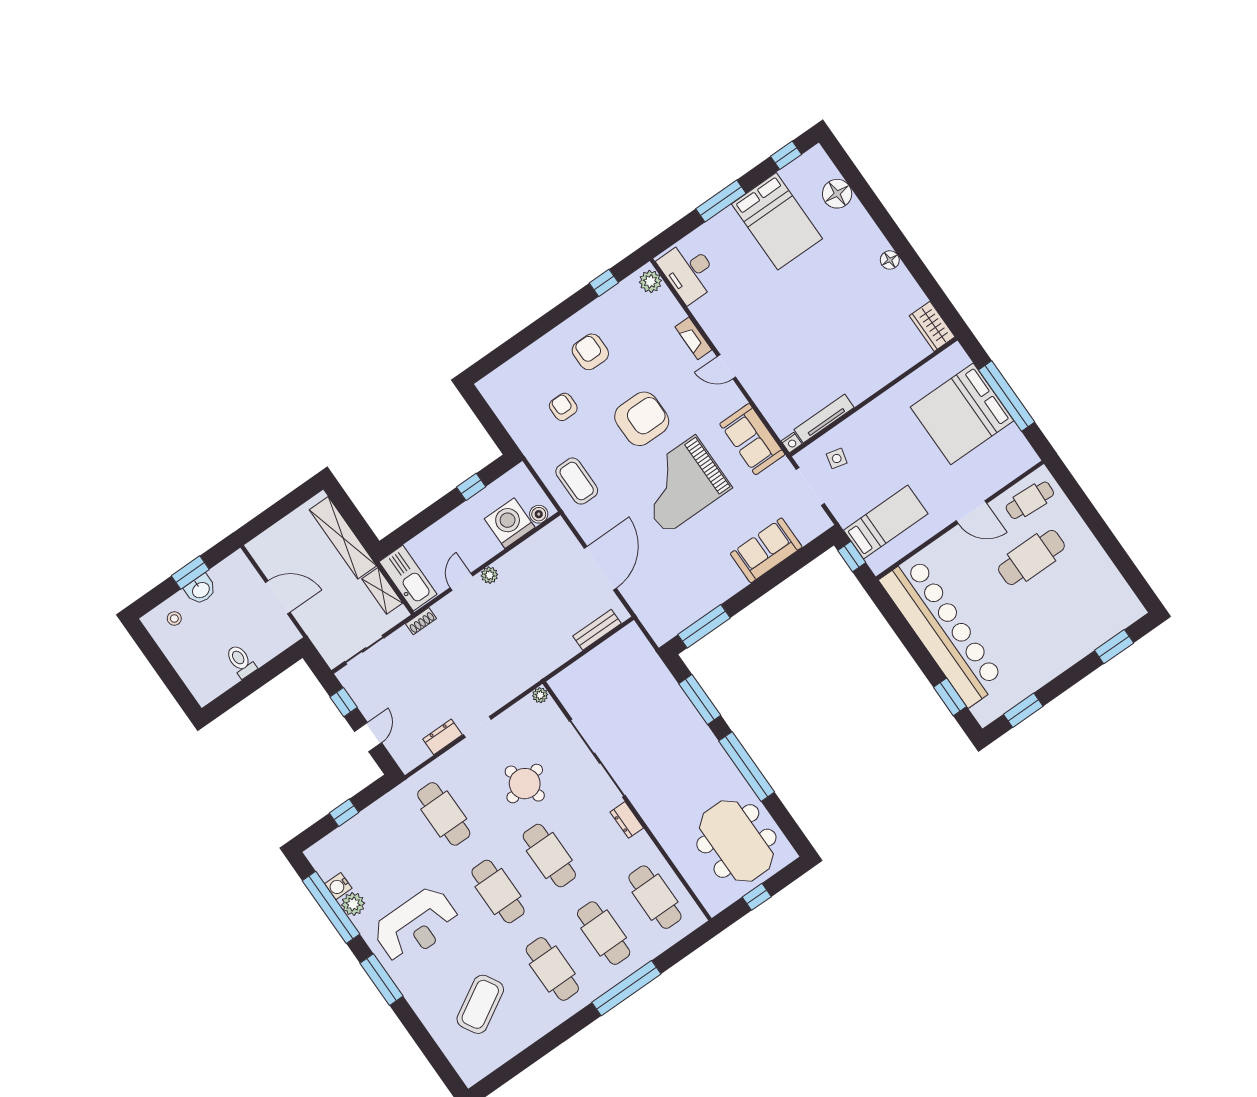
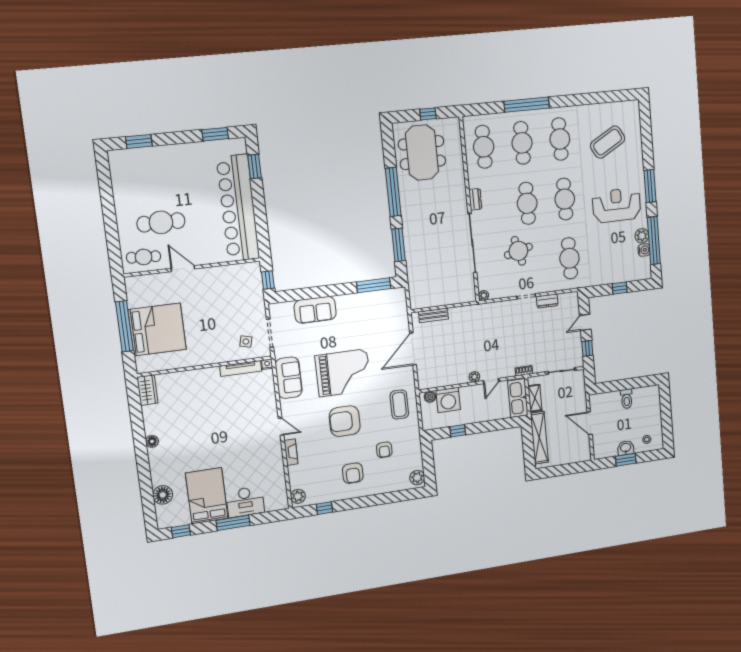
desk: (689, 271) -> (245, 502), moved, turned 90
plant: (493, 391) -> (417, 478), added
bed: (886, 522) -> (237, 290), removed

